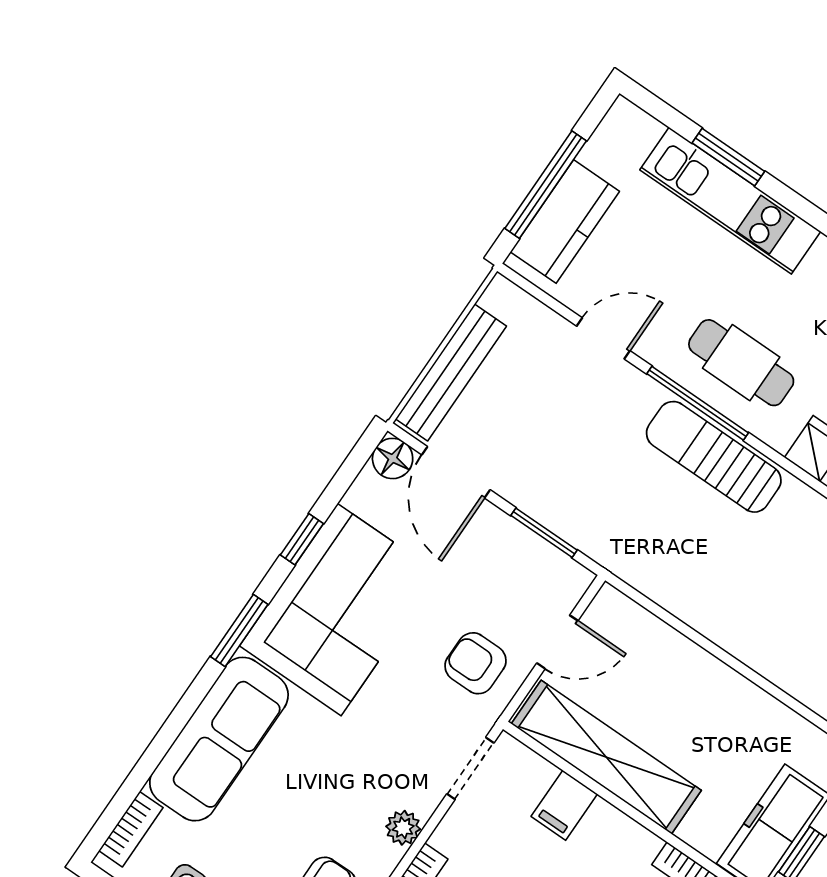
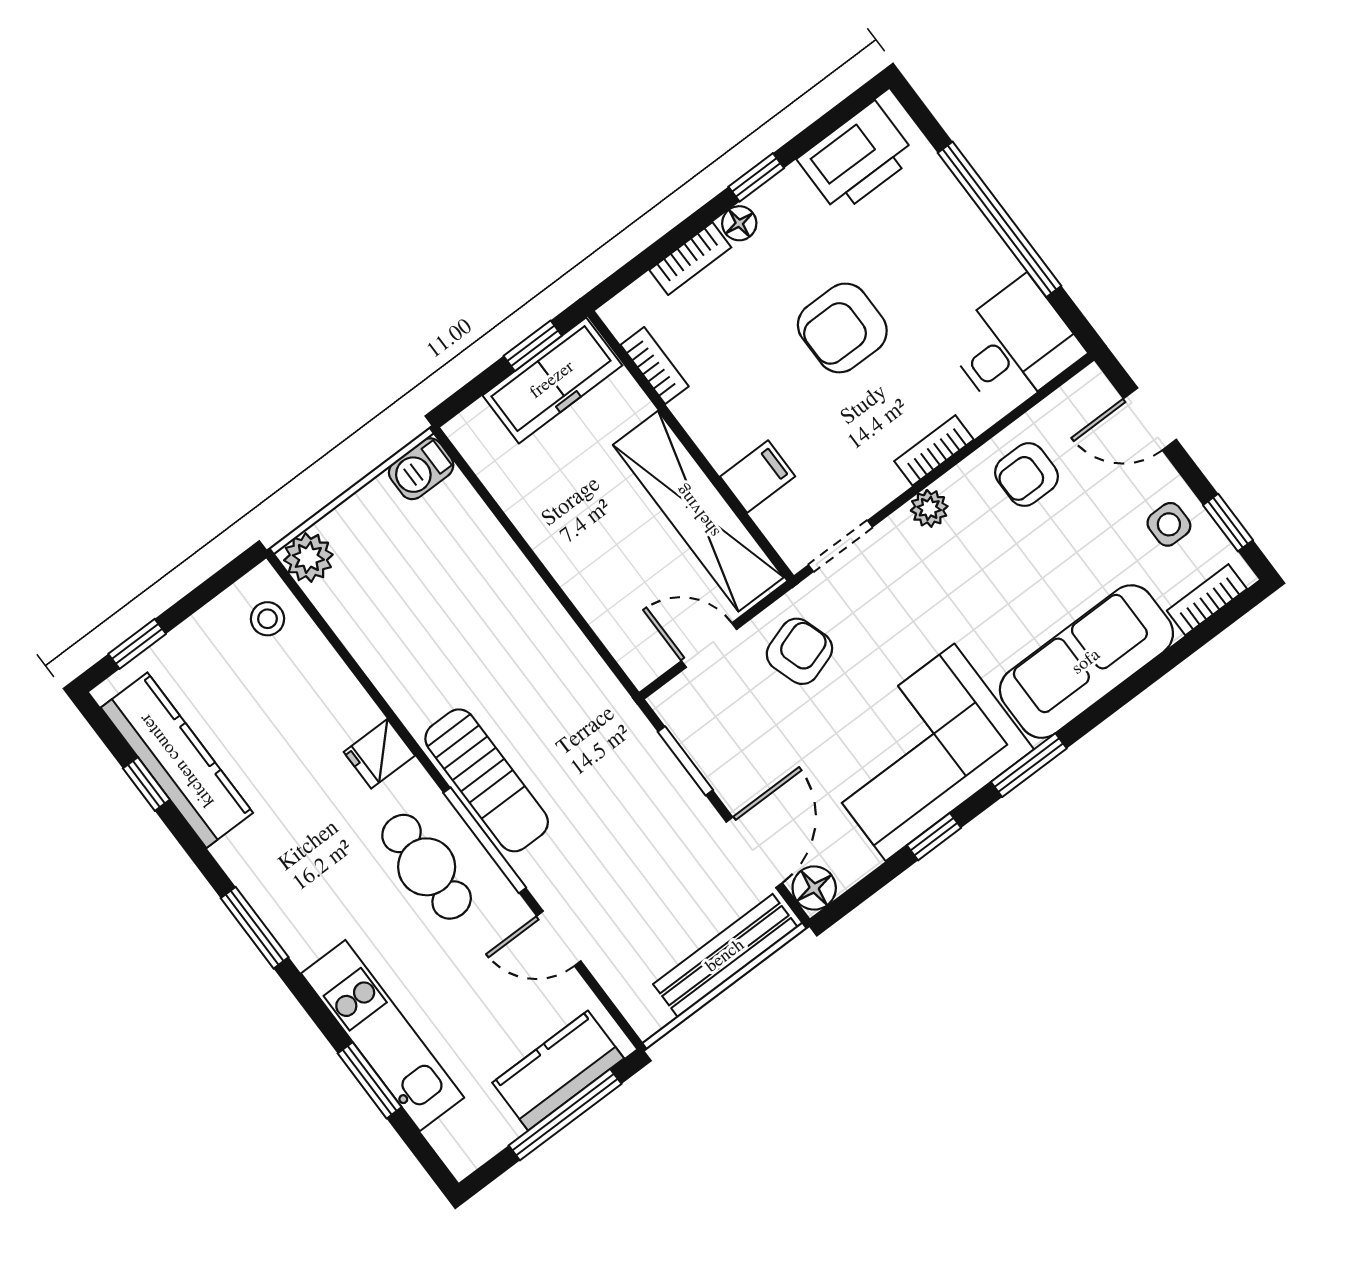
armchair: (476, 663) -> (799, 651), turned -108

